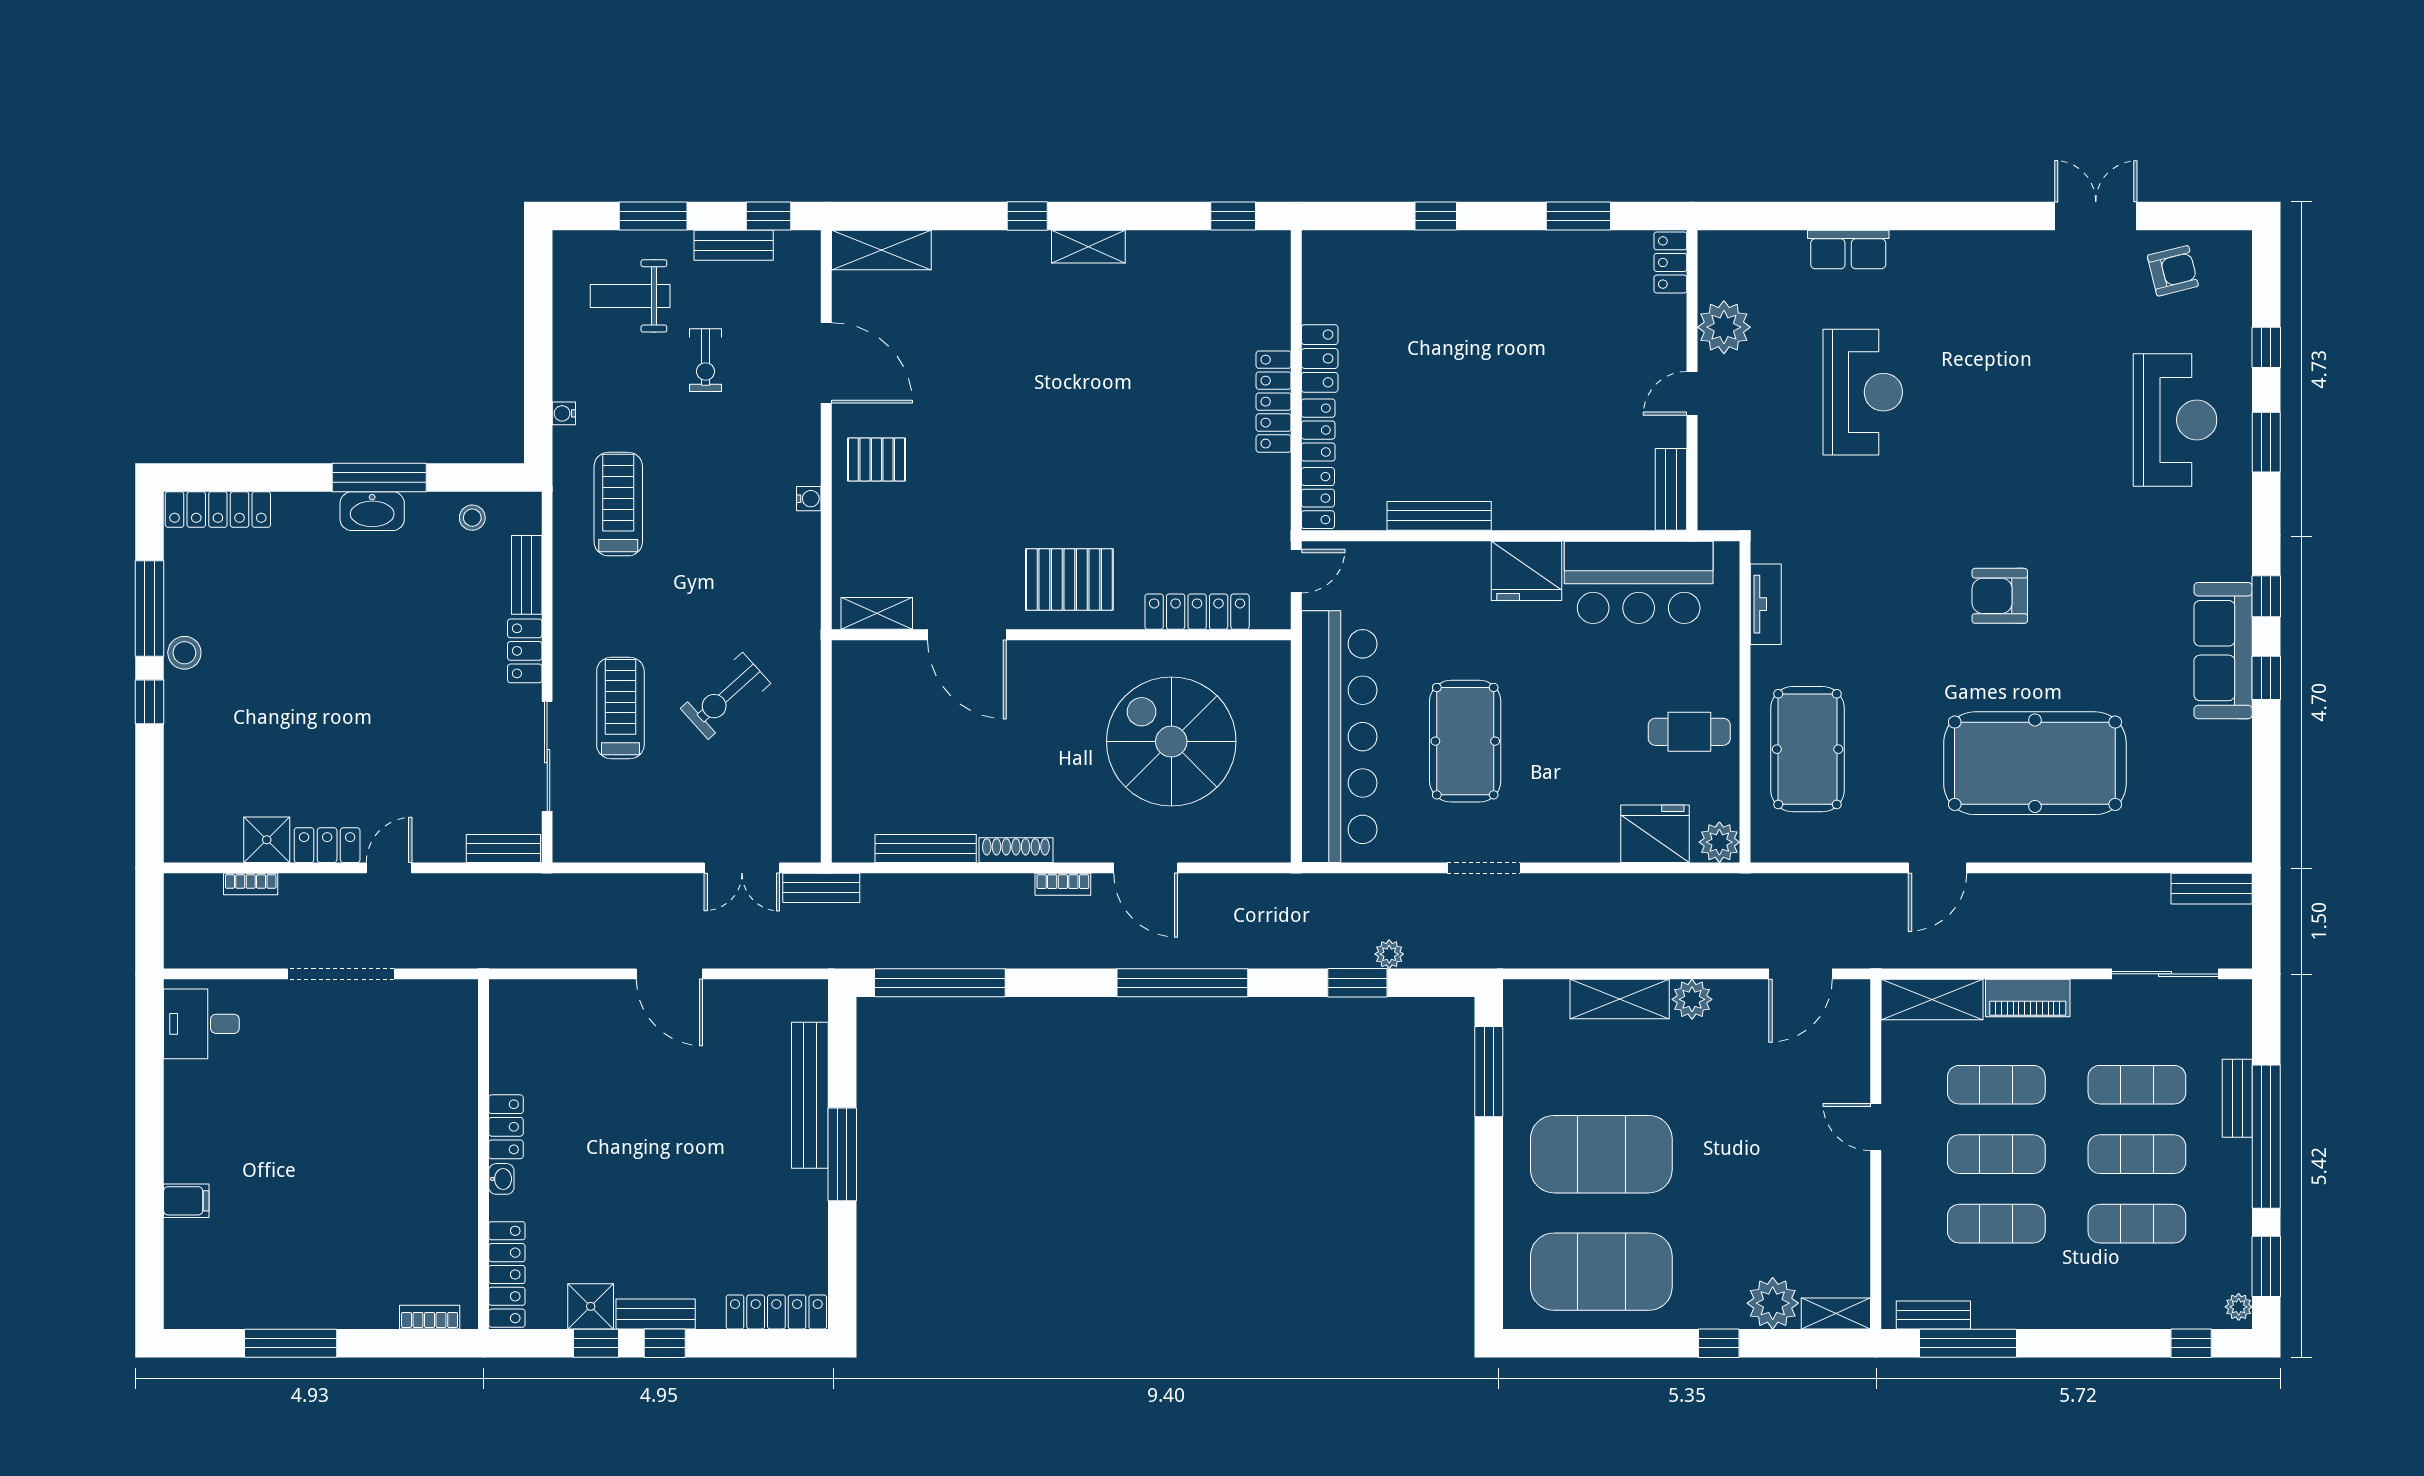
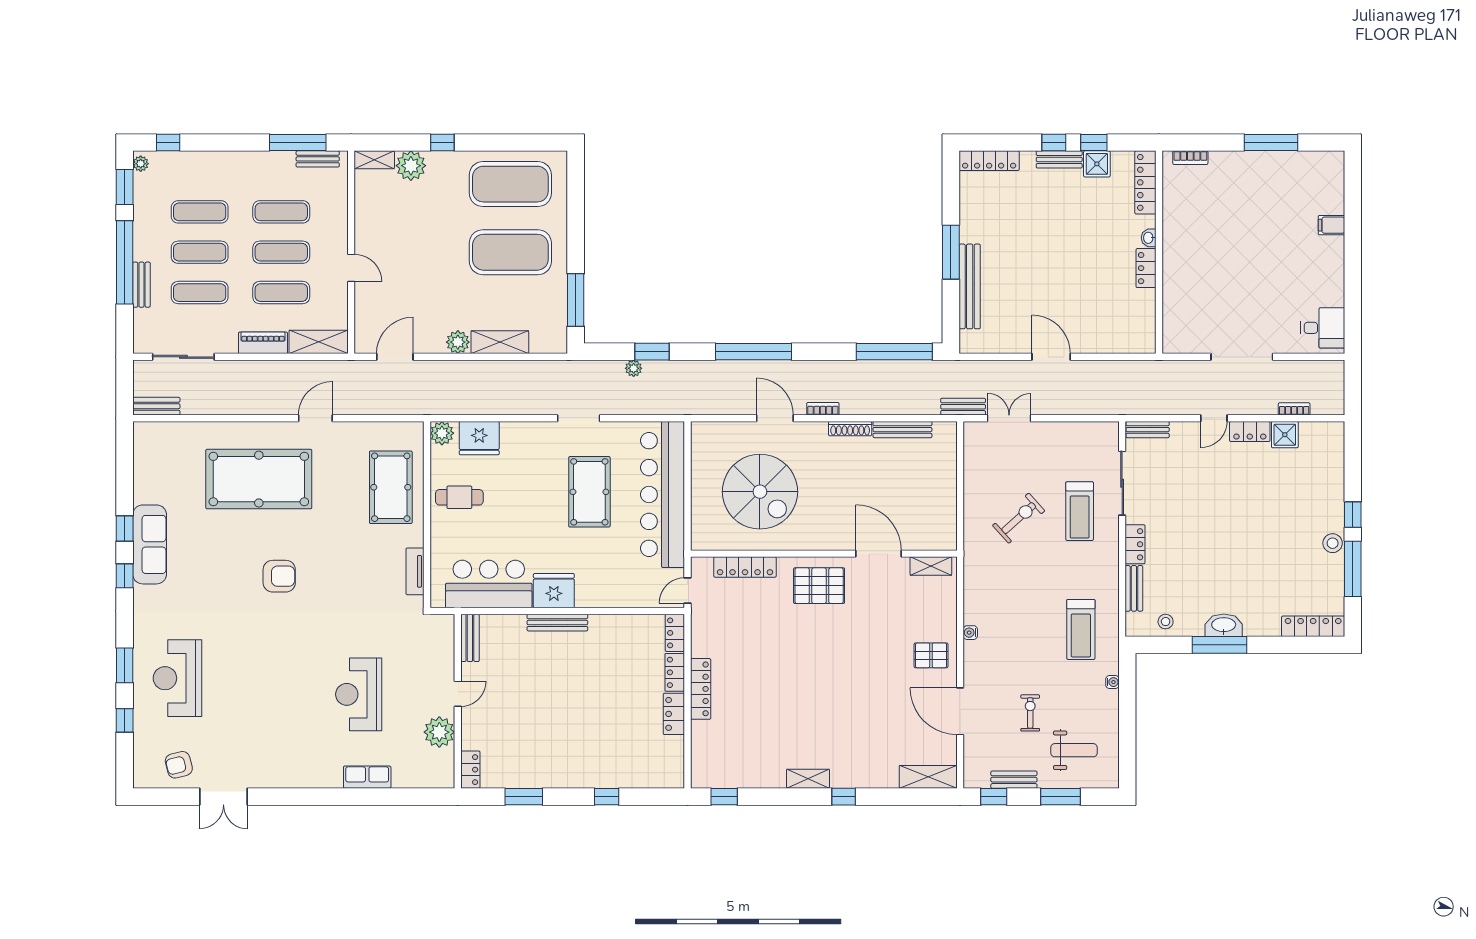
bench: (1439, 516) -> (557, 623), moved

